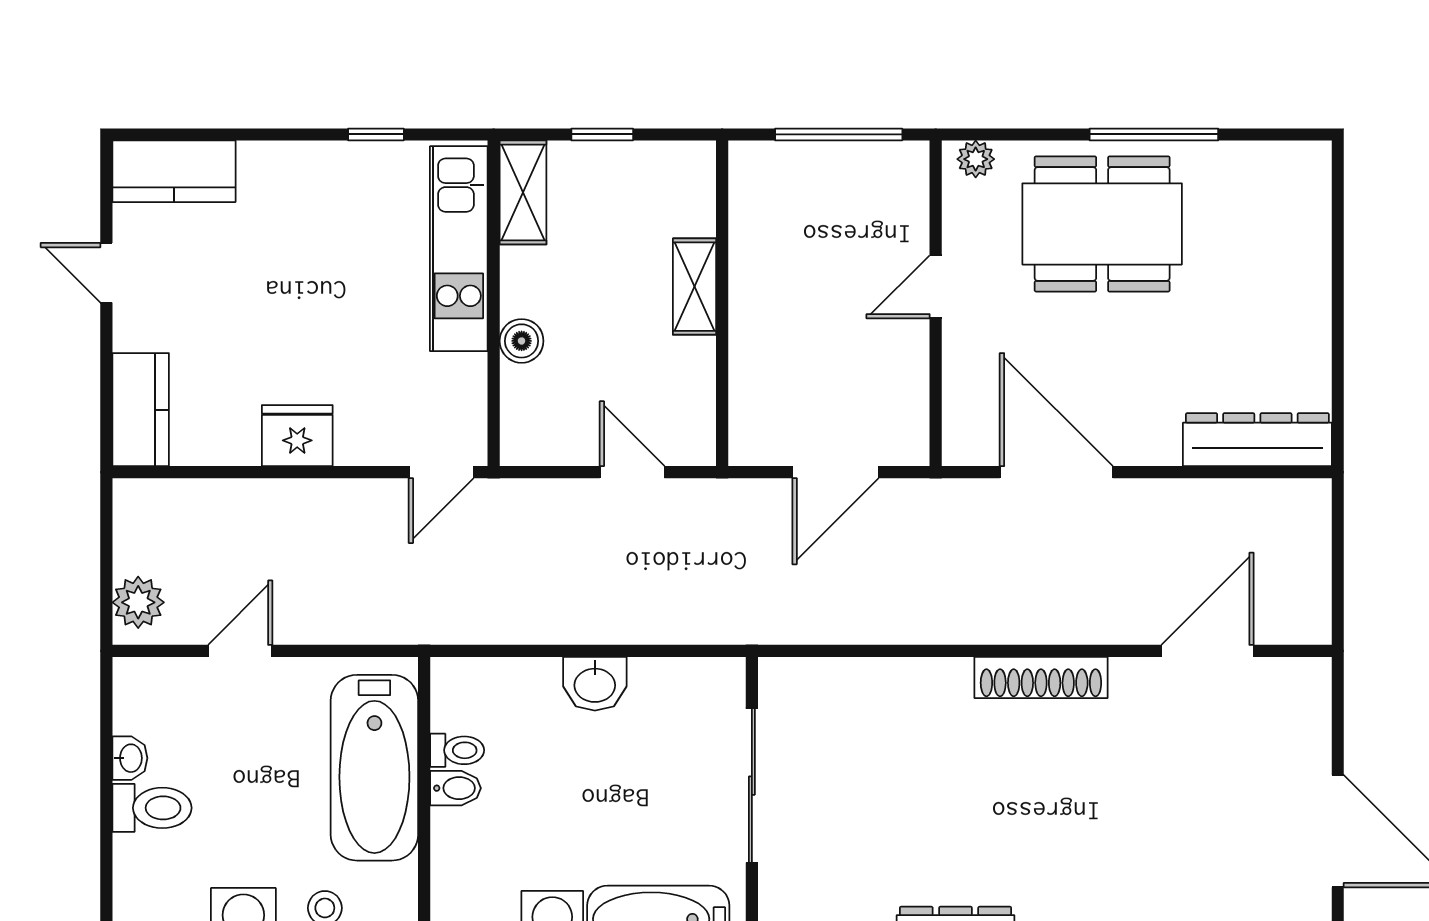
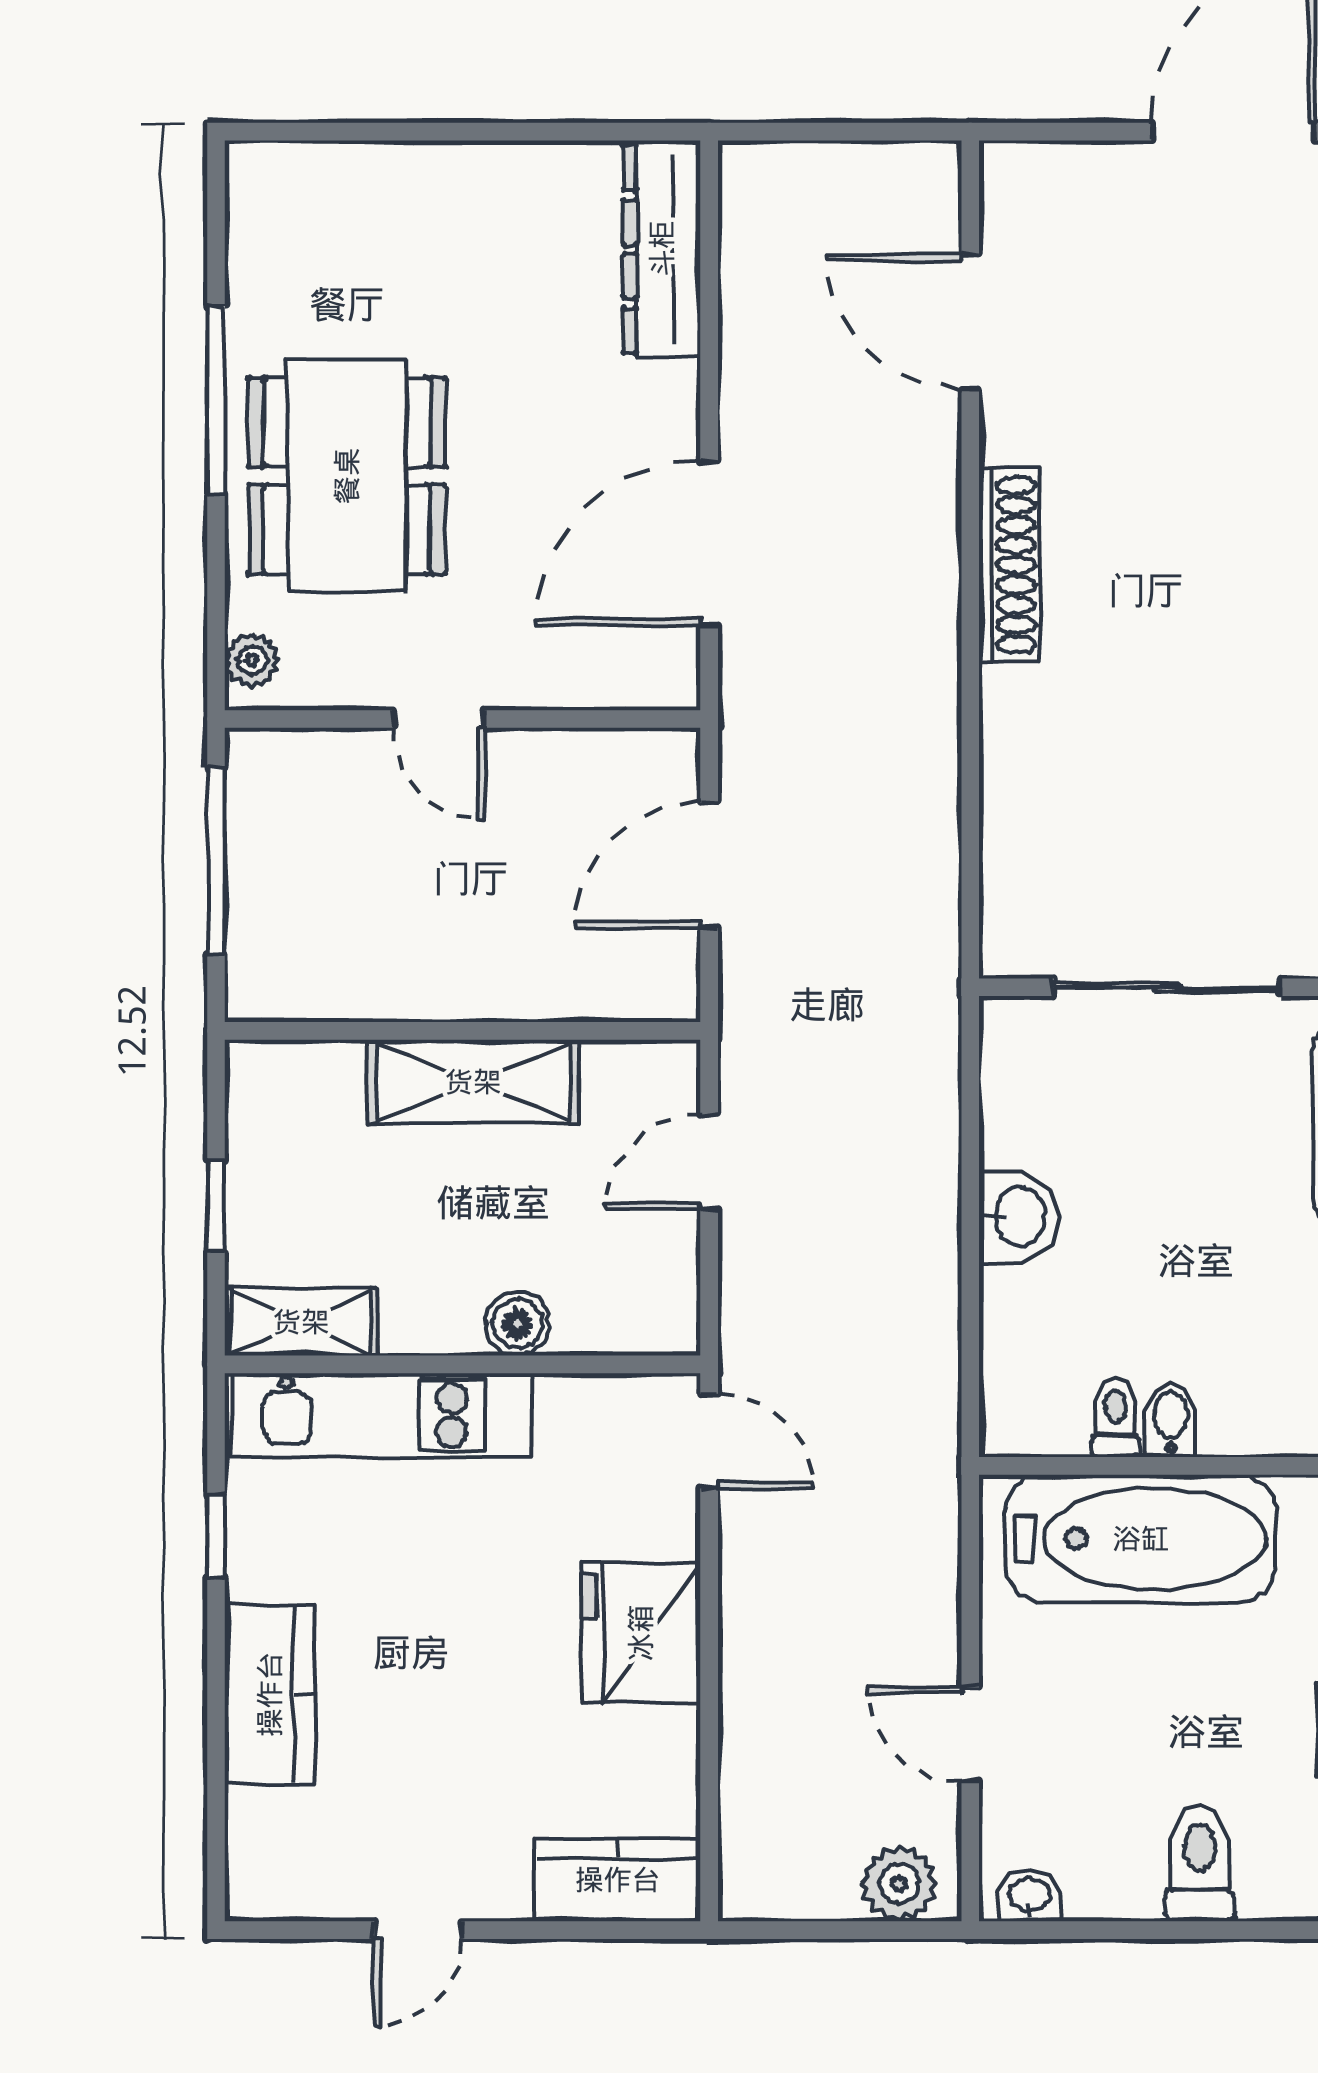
kitchen counter: (174, 171) -> (270, 1694), moved
shelving: (694, 287) -> (473, 1082), width x1.50, depth x1.33
fridge: (297, 436) -> (641, 1633), width x1.36, depth x1.34
door: (835, 472) -> (709, 865), swing flipped
washbasin: (130, 758) -> (1030, 1896), moved

